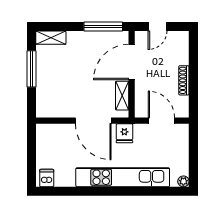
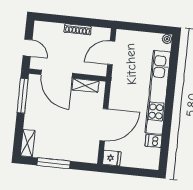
door: (93, 121) -> (104, 125), moved
fridge: (124, 133) -> (112, 158), moved
dishwasher: (47, 178) -> (154, 141), moved

